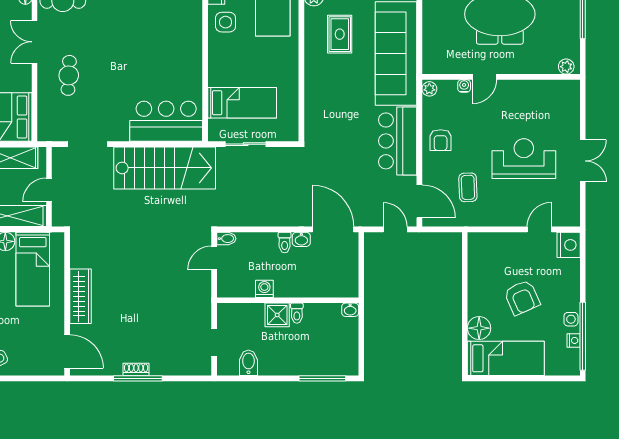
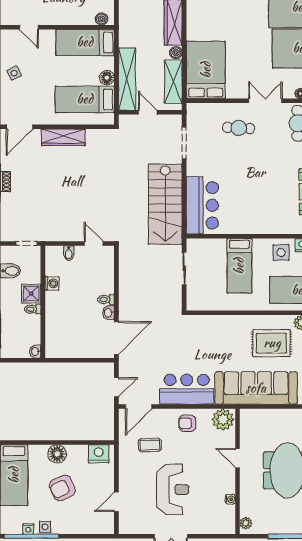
rug: (340, 34) -> (272, 343), width x1.36, depth x1.43
water cooler: (464, 86) -> (230, 499), moved
plant: (429, 89) -> (223, 419), width x1.88, depth x1.88
bed: (242, 103) -> (239, 266), moved
door: (539, 229) -> (116, 502), swing flipped
bidet: (226, 239) -> (69, 253), moved
nightstand: (569, 245) -> (99, 454), moved, turned 180
washing machine: (264, 289) -> (52, 283), moved
wall: (288, 300) -> (43, 302), moved
washbasin: (350, 310) -> (35, 352), moved
toilet: (297, 313) -> (33, 309), moved
shower: (277, 315) -> (31, 294), moved
floor lamp: (479, 328) -> (57, 454), moved

